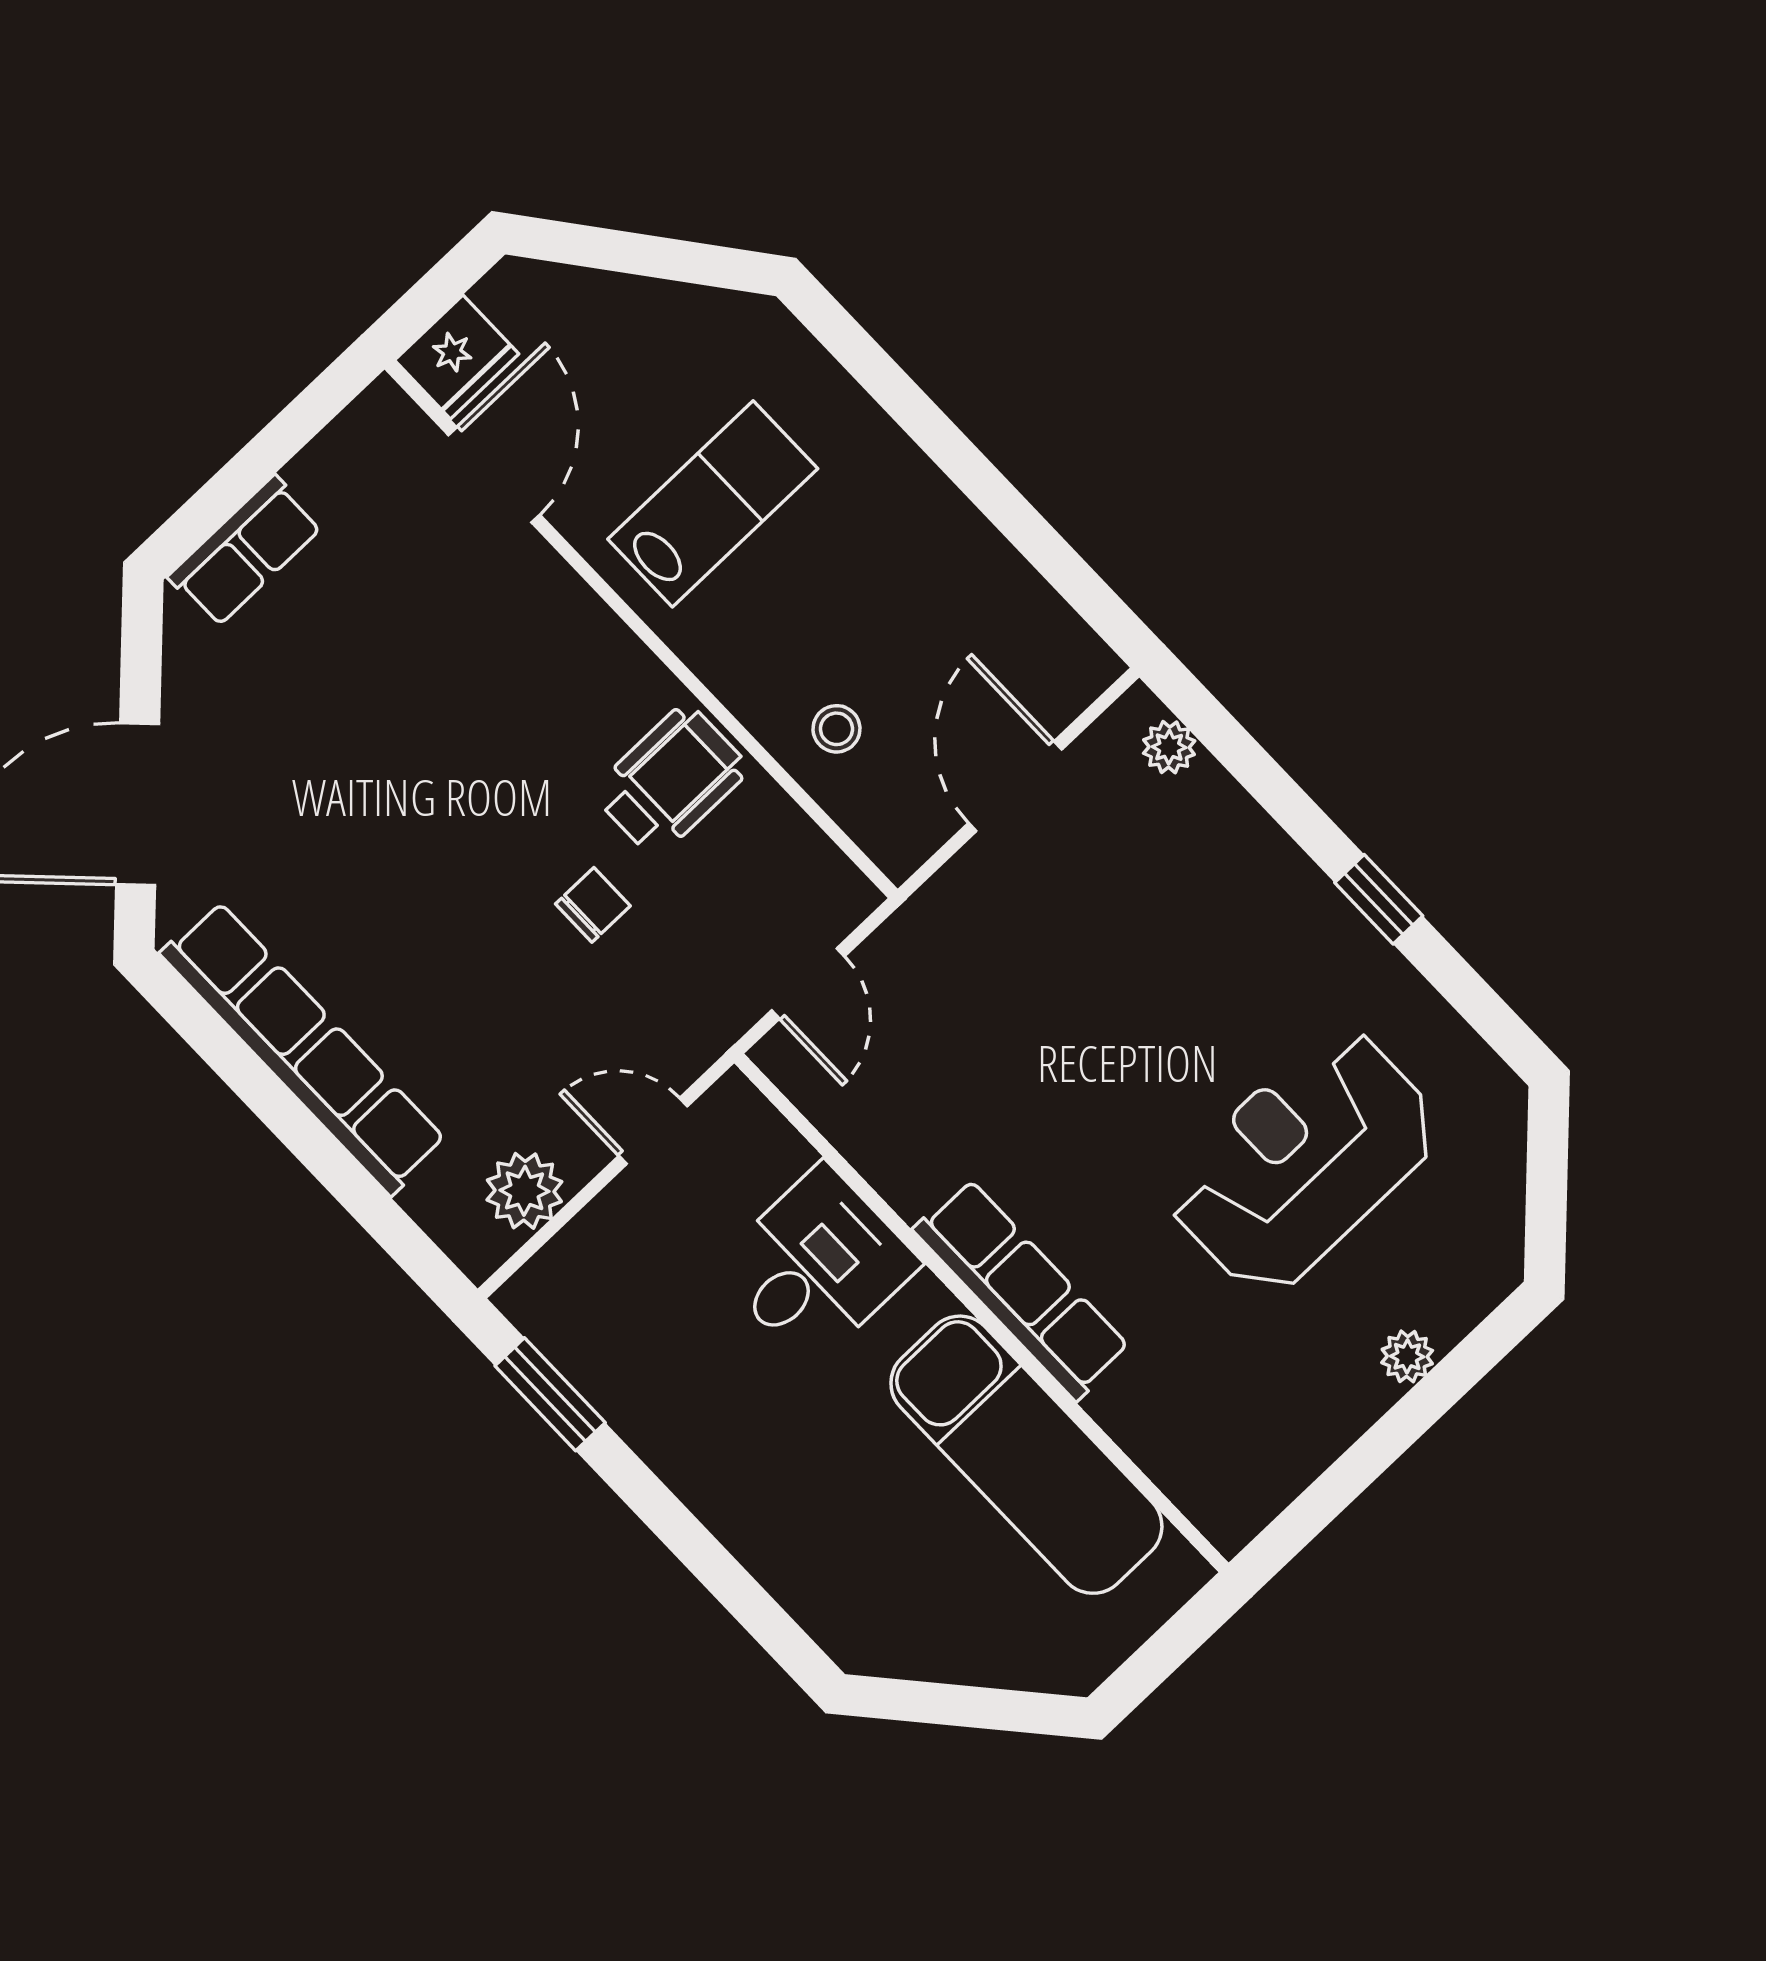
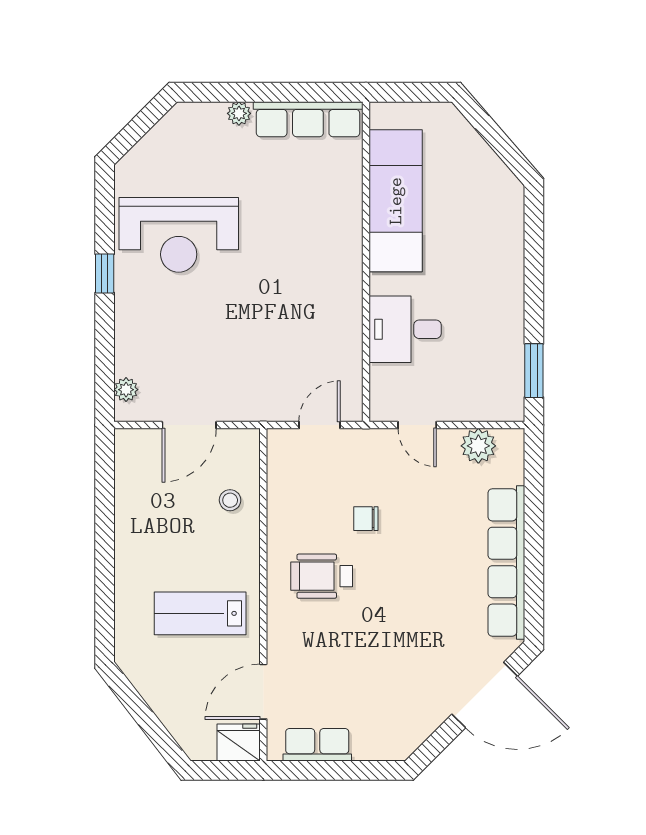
row of seats: (245, 551) -> (317, 745), moved
wheelchair: (671, 780) -> (322, 576), moved
reception desk: (1303, 1161) -> (179, 235), moved
row of seats: (1022, 1289) -> (308, 119), moved, turned -90

